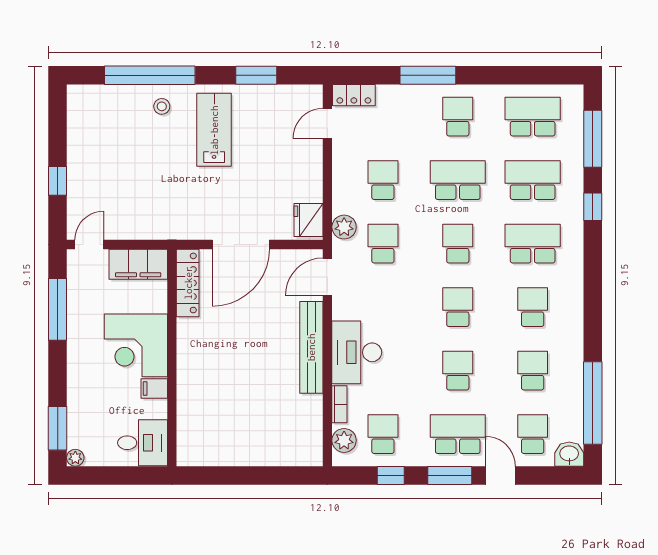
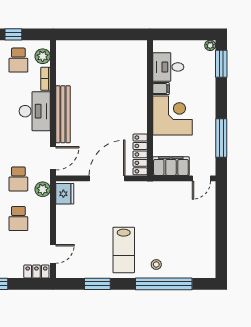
window: (58, 181) -> (221, 218), removed
desk: (143, 443) -> (168, 67), moved

